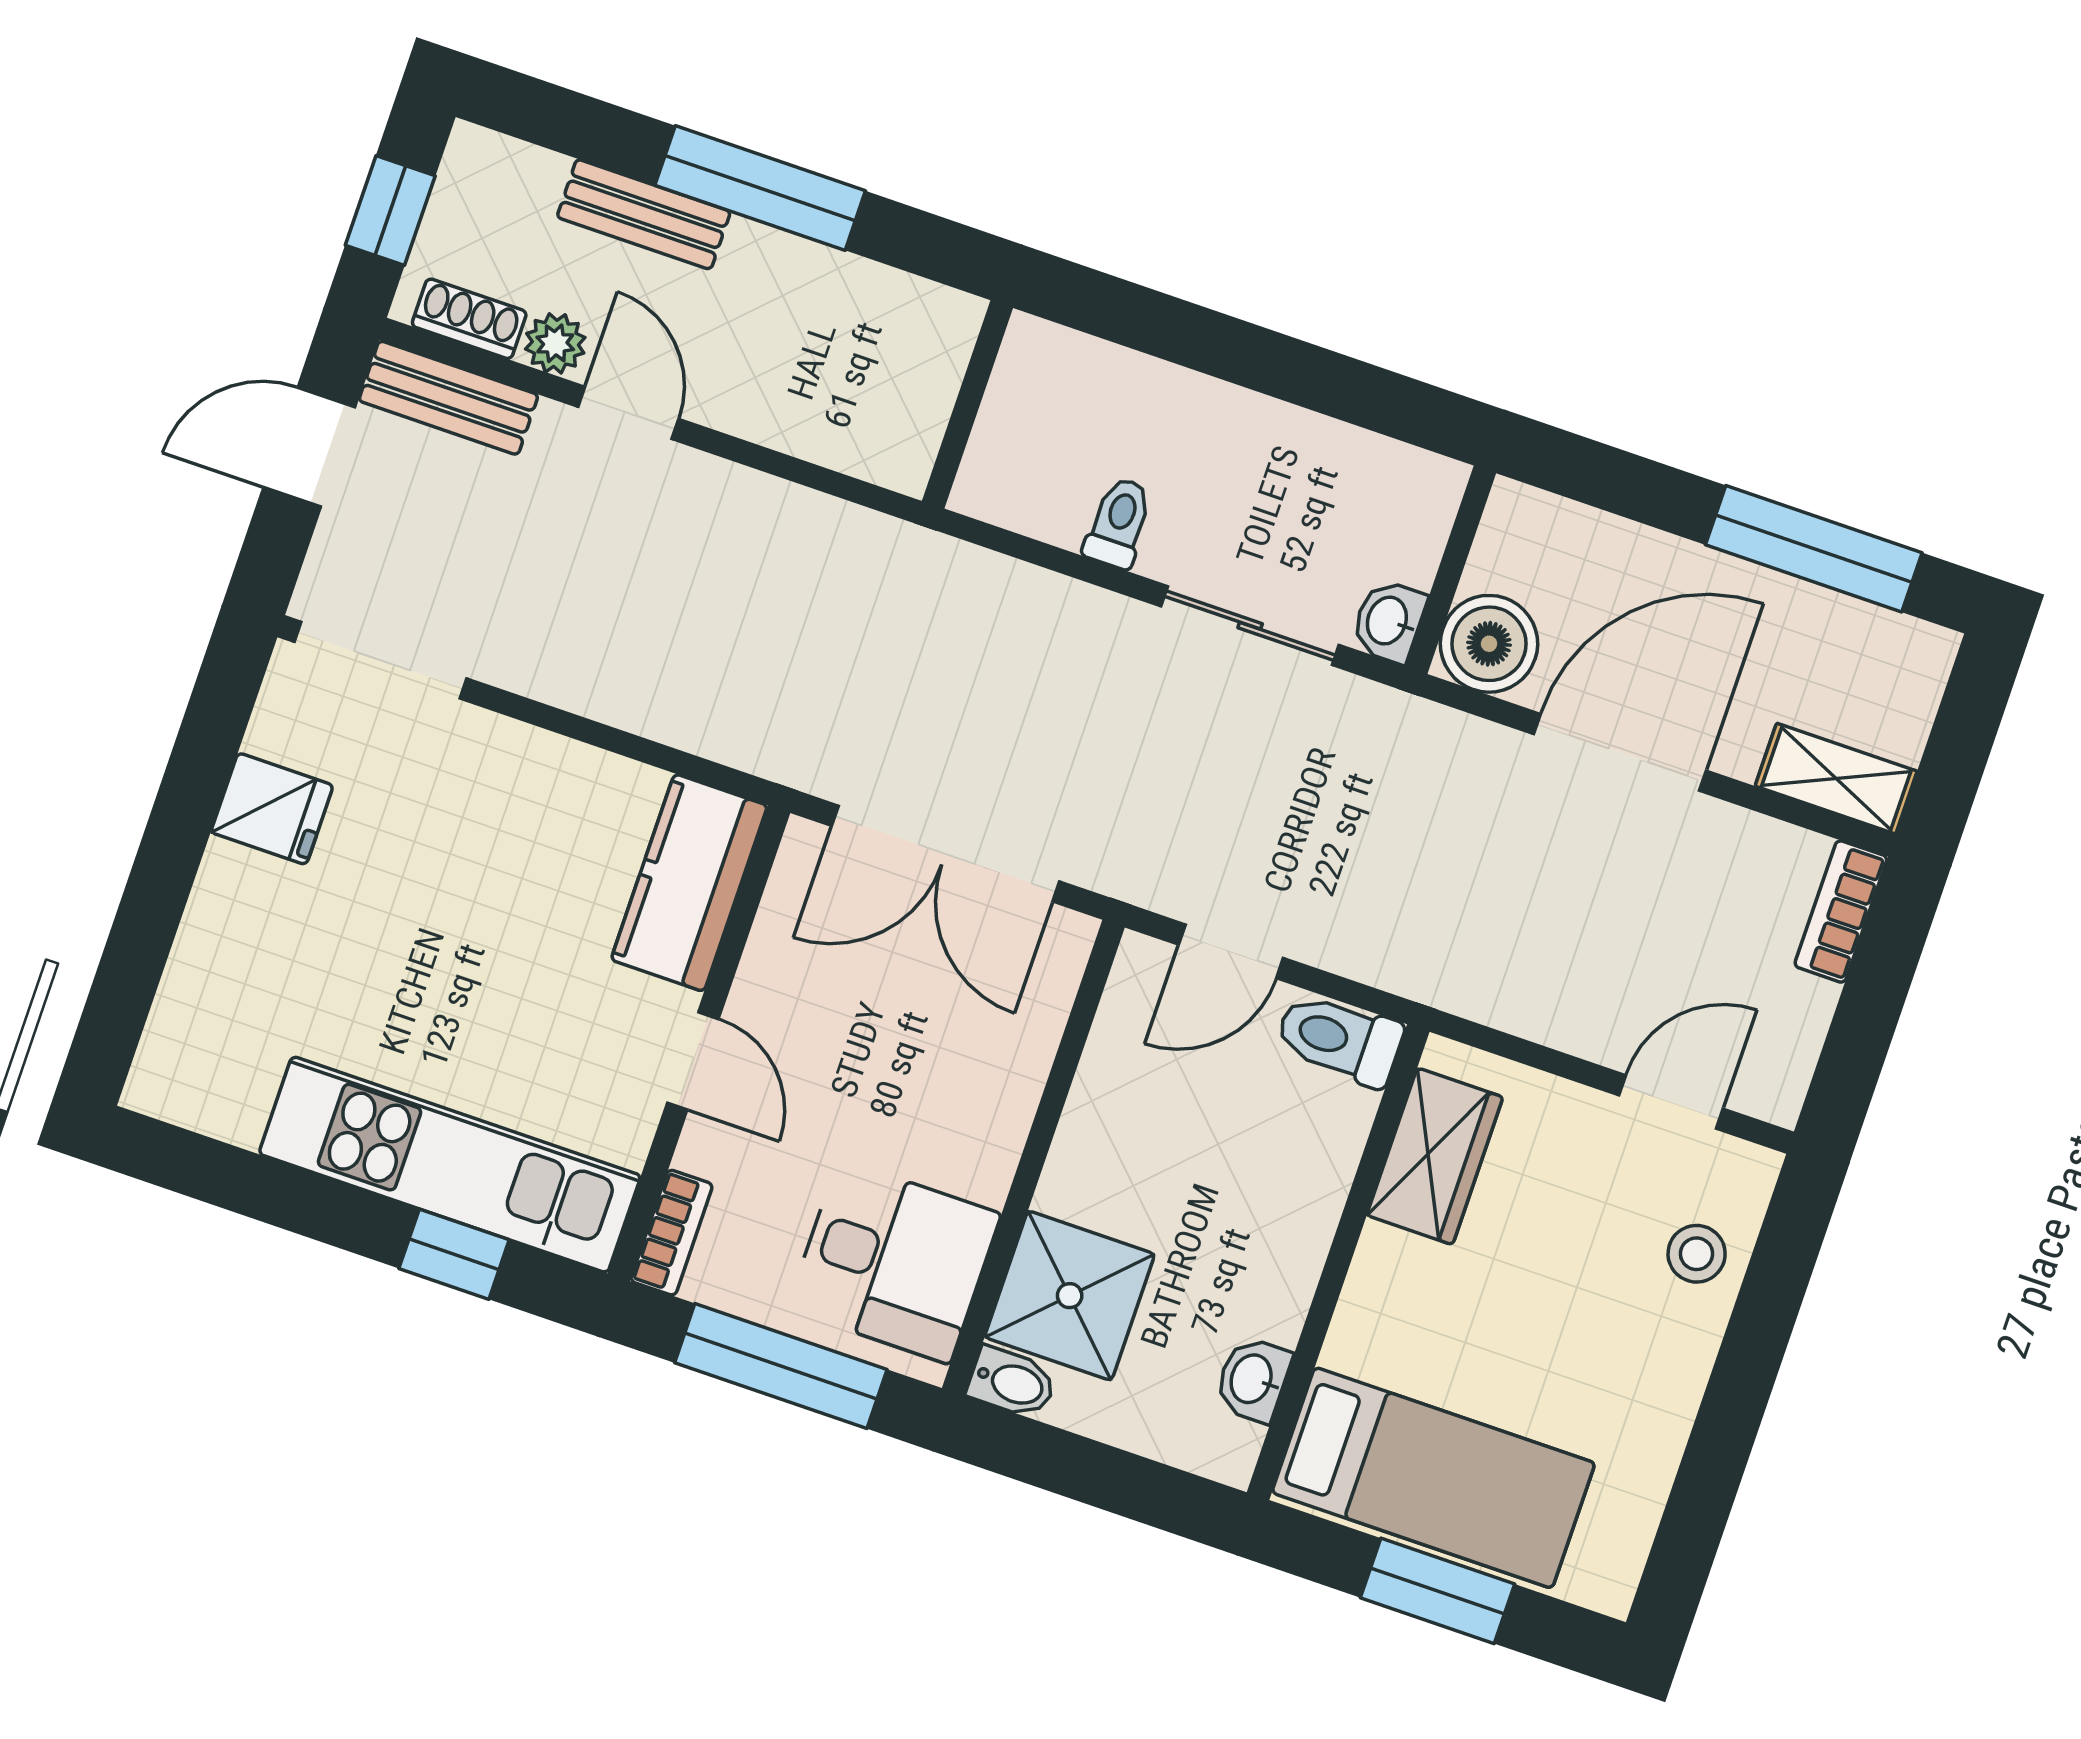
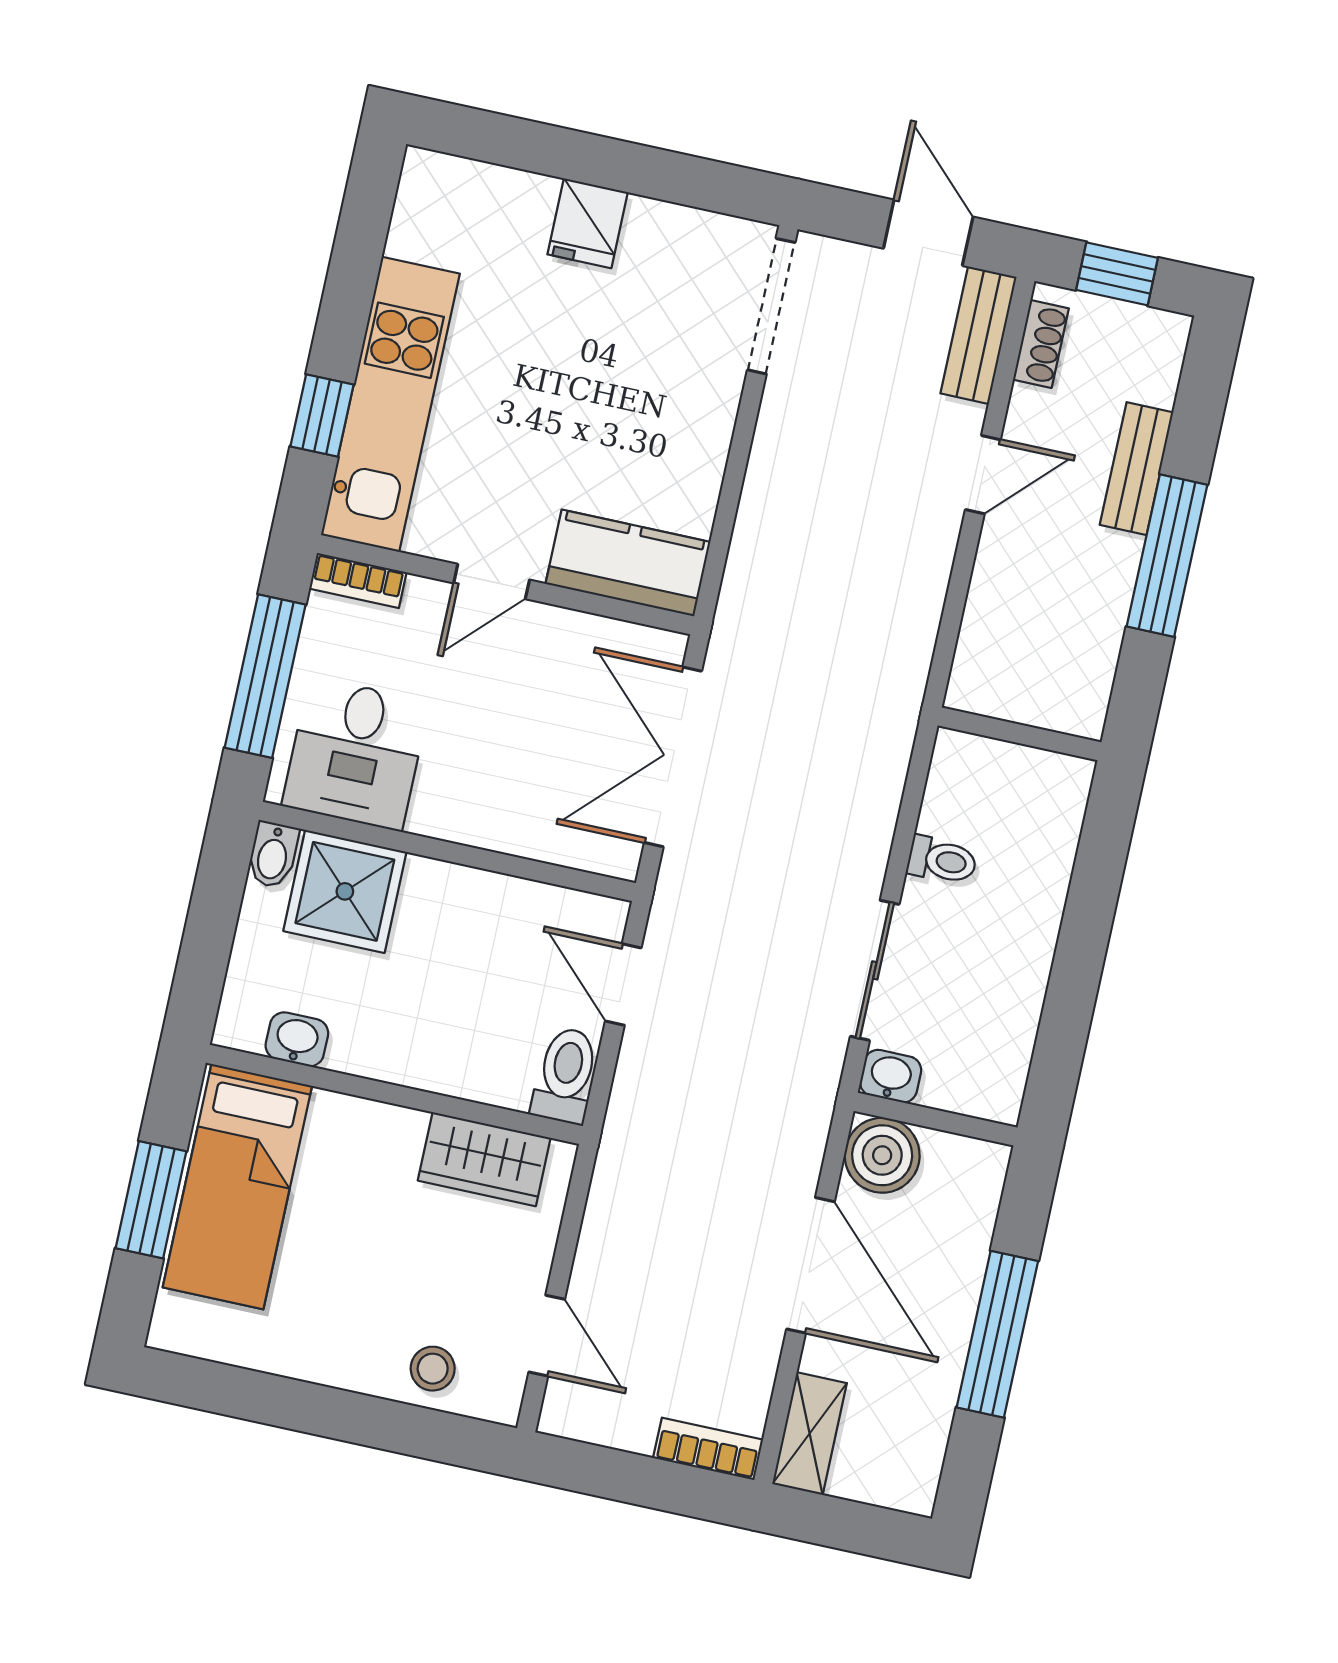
plant: (555, 343) -> (1030, 412), removed
window: (1814, 549) -> (997, 1334), moved
fridge: (272, 809) -> (588, 223), moved

